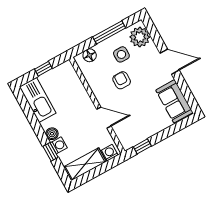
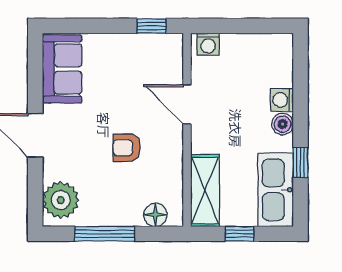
side table: (121, 54) -> (105, 189), removed
armchair: (122, 80) -> (127, 148), turned 90
window: (51, 152) -> (300, 162), moved
shelving: (85, 164) -> (205, 191), moved, turned 90

